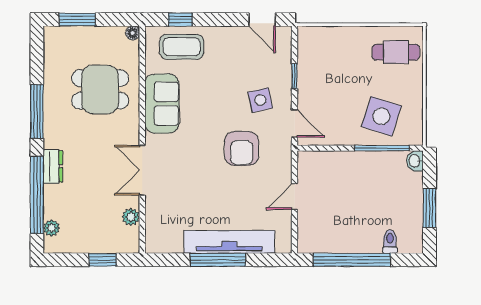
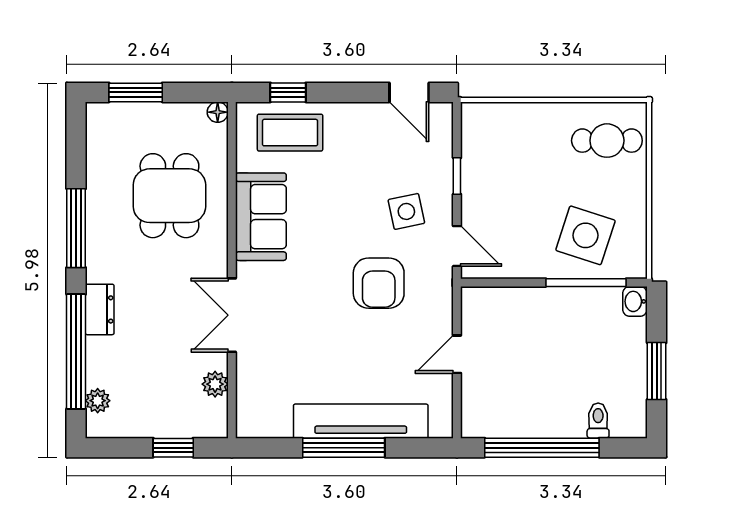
dining table: (100, 89) -> (169, 196), turned 90

